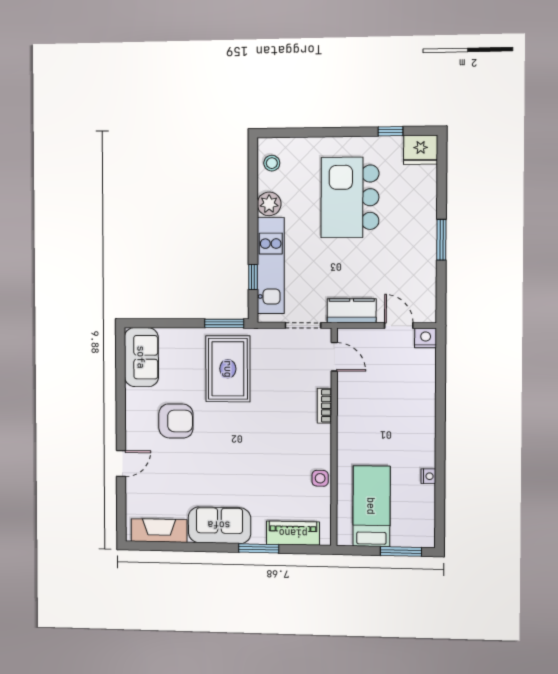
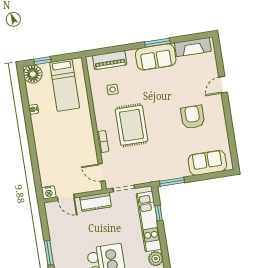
sofa: (141, 357) -> (207, 163), moved, turned 90
rug: (228, 369) -> (131, 125), moved
armchair: (176, 421) -> (193, 117), turned 90
side table: (320, 478) -> (113, 90), moved
floor lamp: (420, 533) -> (33, 74), added
window: (259, 548) -> (157, 43), moved
window: (401, 551) -> (42, 61), width x0.67

